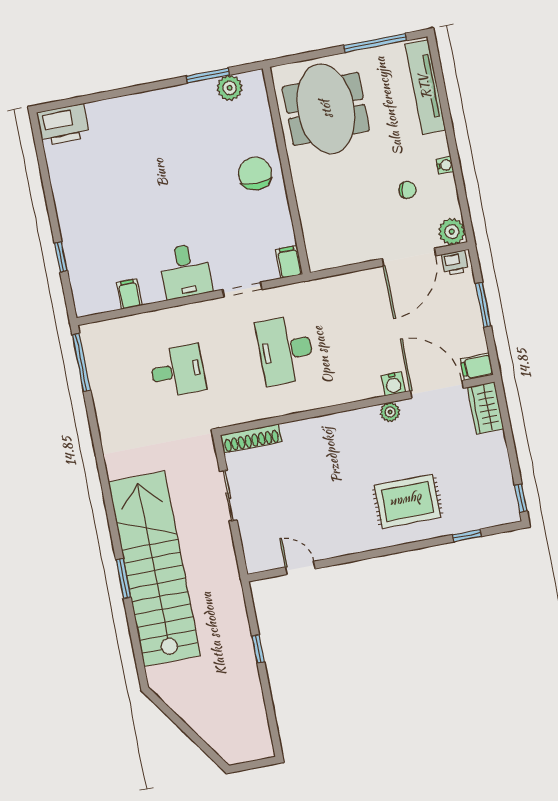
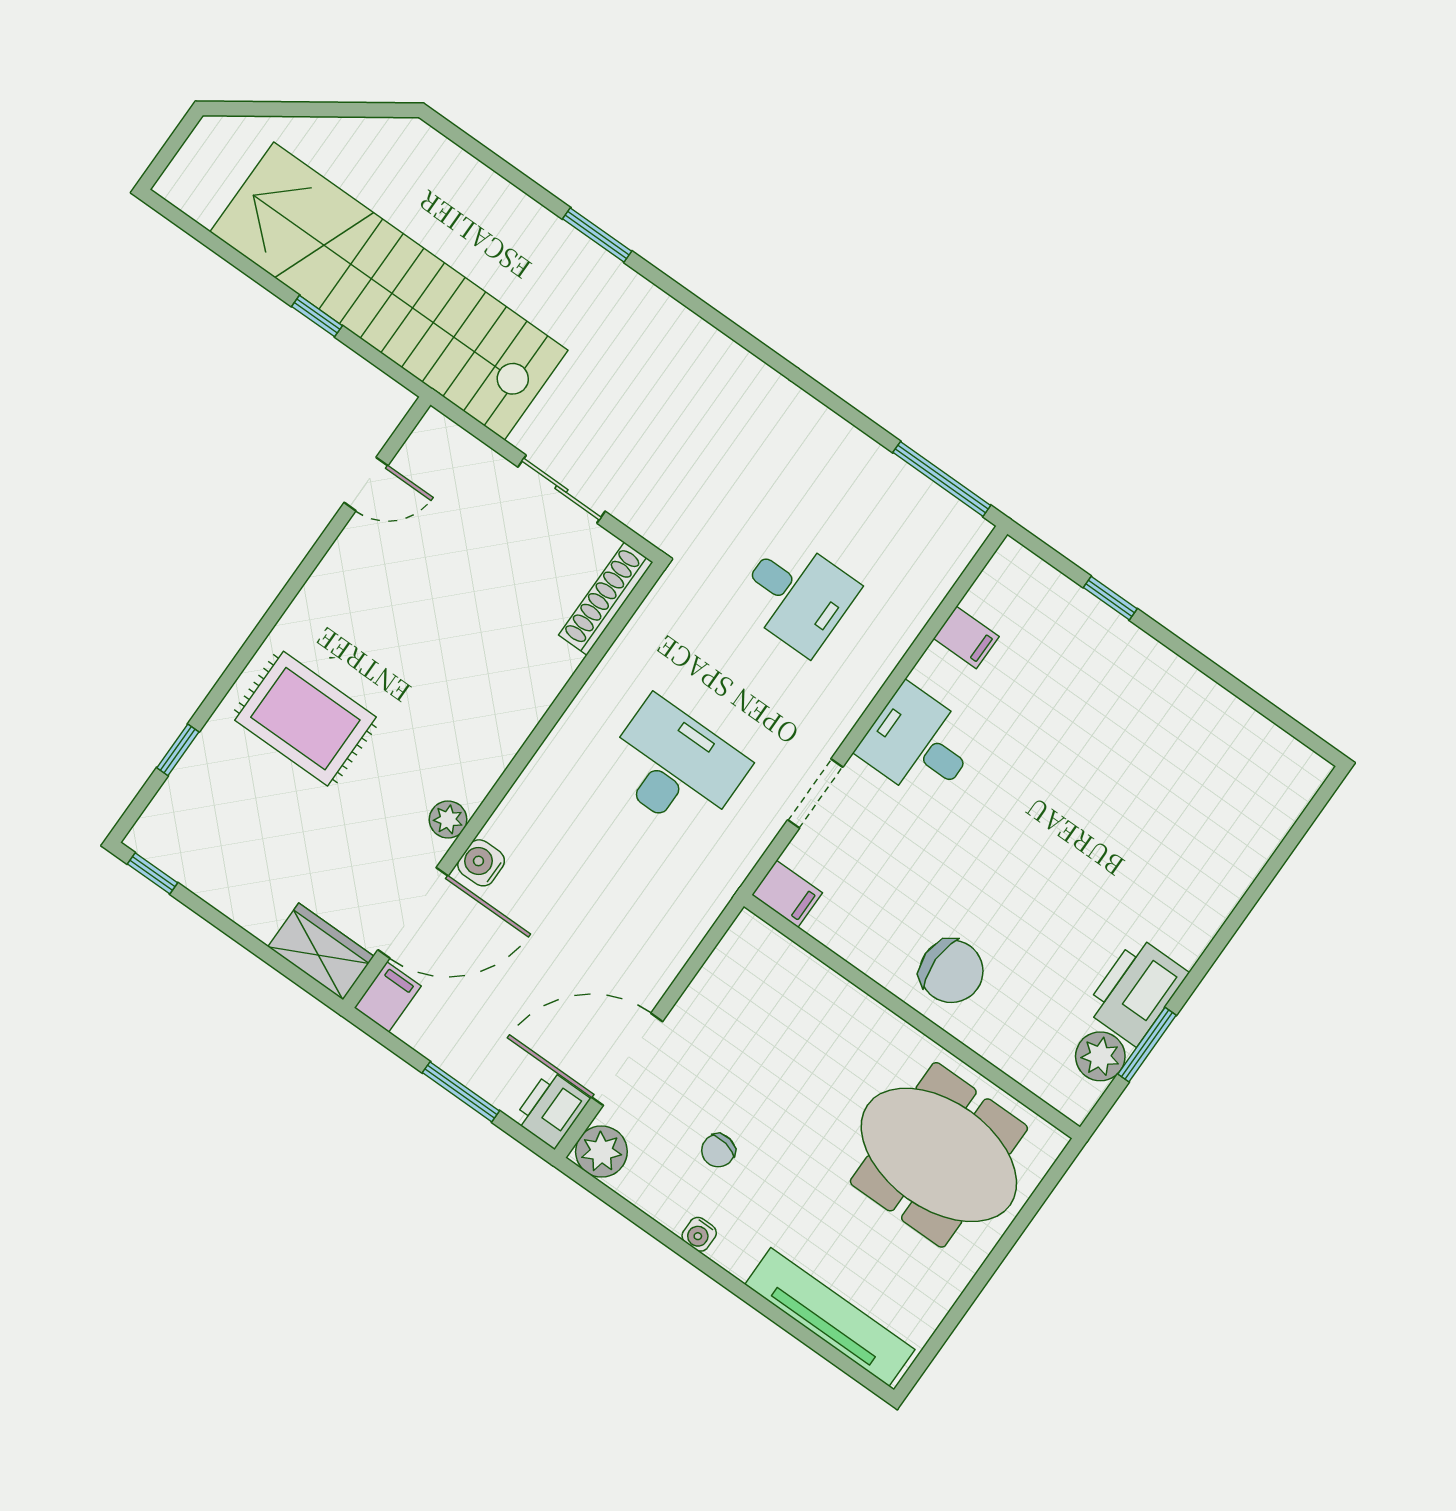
window: (375, 43) -> (958, 1312), removed
printer: (63, 125) -> (1136, 991), moved
door: (409, 257) -> (627, 1059), hinge flipped
printer: (455, 263) -> (552, 1109), width x1.36, depth x1.24
desk: (178, 371) -> (797, 595), turned -90
rug: (407, 501) -> (305, 719), turned 90
stairs: (154, 569) -> (389, 291), moved, turned 180

